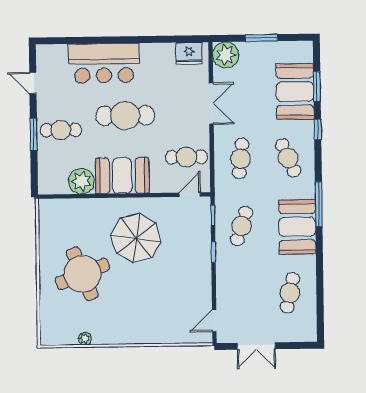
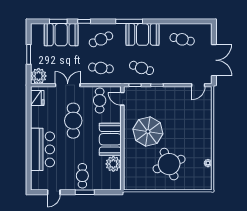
cafe table: (125, 116) -> (73, 121), moved
door: (214, 321) -> (198, 85), hinge flipped
double door: (256, 346) -> (214, 60), width x1.37

